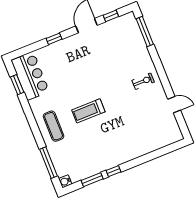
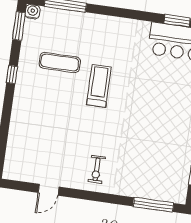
exercise mat: (54, 126) -> (60, 63), moved
window: (92, 180) -> (19, 26), moved

